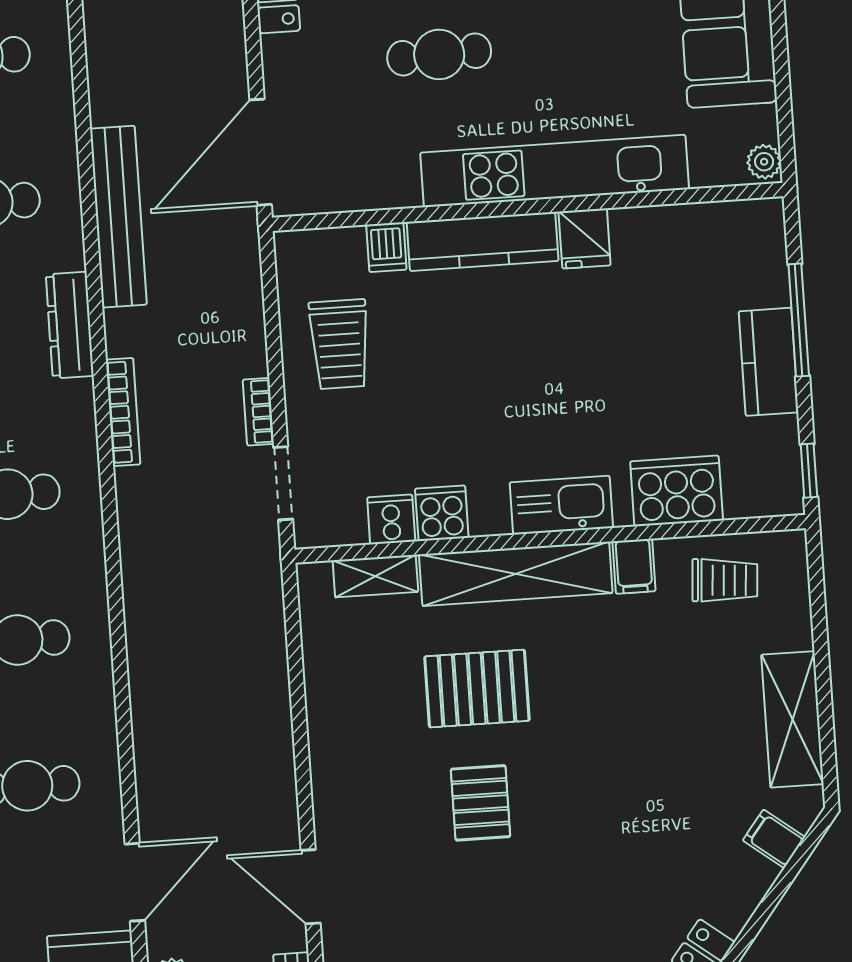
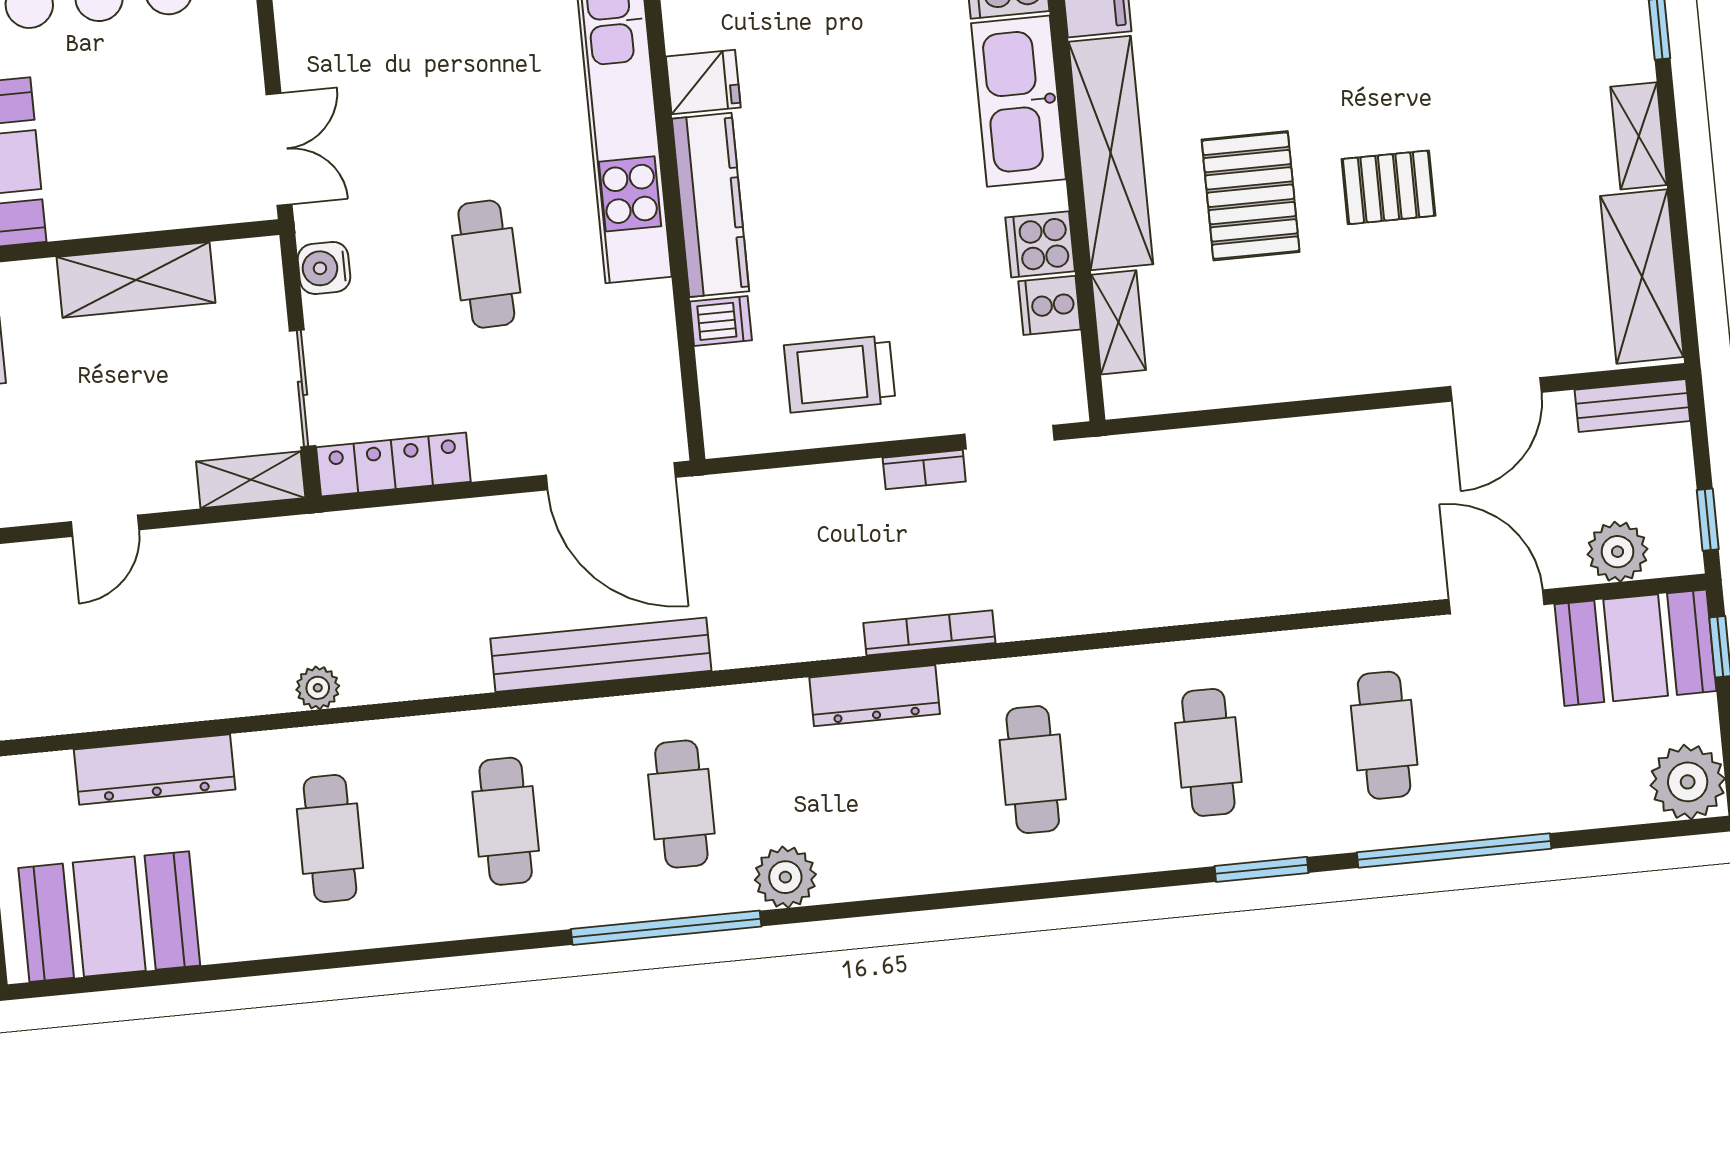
bench: (118, 217) -> (601, 655), moved
dresser: (70, 325) -> (875, 696), moved
trolley: (340, 344) -> (840, 374), turned 180
kitchen sink: (561, 505) -> (1018, 101), width x1.36, depth x1.24

